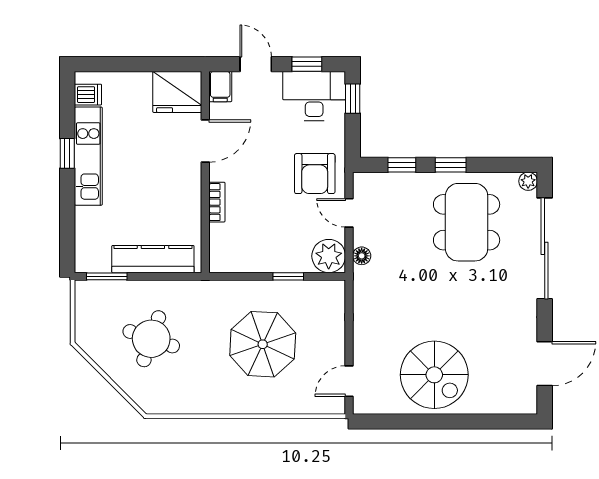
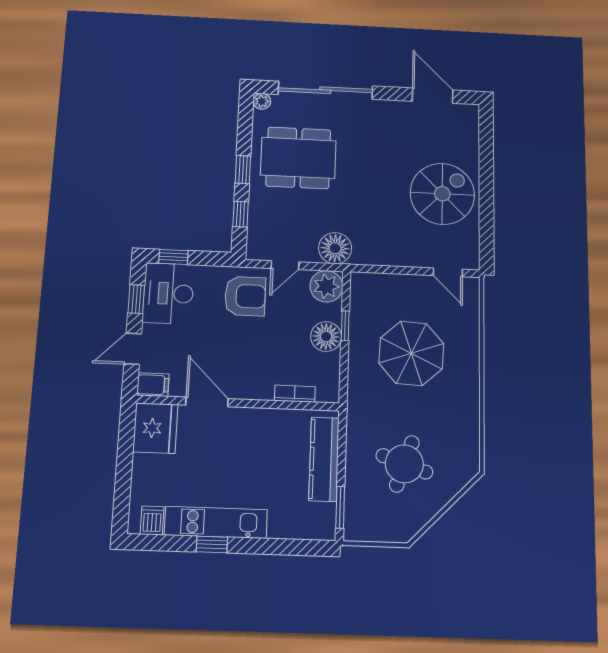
bookcase: (217, 202) -> (295, 394), moved
floor lamp: (362, 256) -> (335, 248), width x1.89, depth x1.89
floor lamp: (276, 257) -> (326, 337), added

